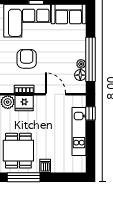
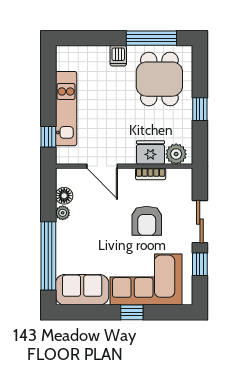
window: (90, 59) -> (48, 256), moved

